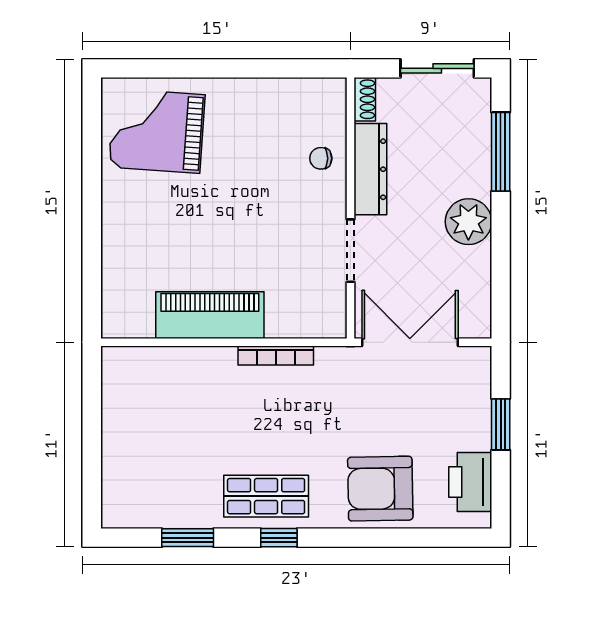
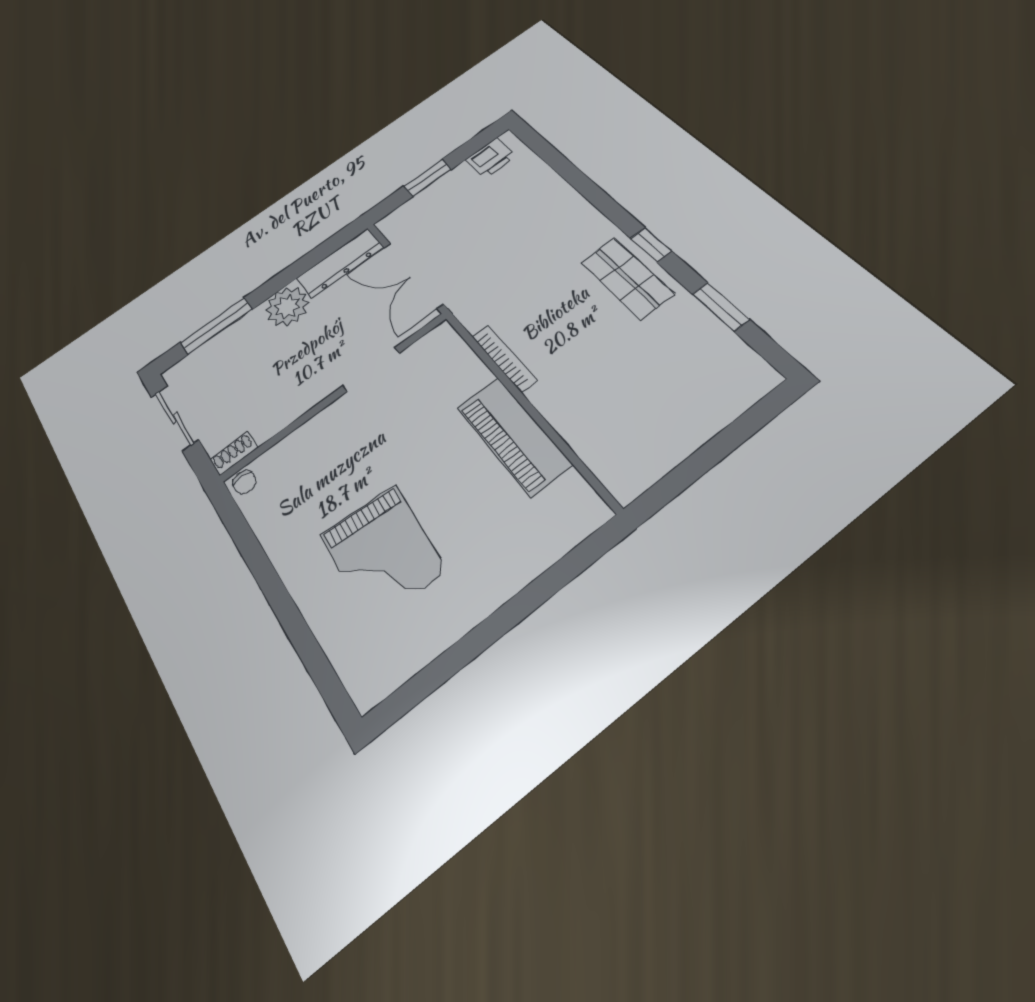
grand piano: (157, 131) -> (383, 553), moved
chair: (321, 158) -> (245, 482), moved
dresser: (370, 169) -> (340, 263), moved, turned 180
printer: (470, 482) -> (491, 158), width x0.73, depth x0.84
armchair: (380, 489) -> (545, 211), removed

